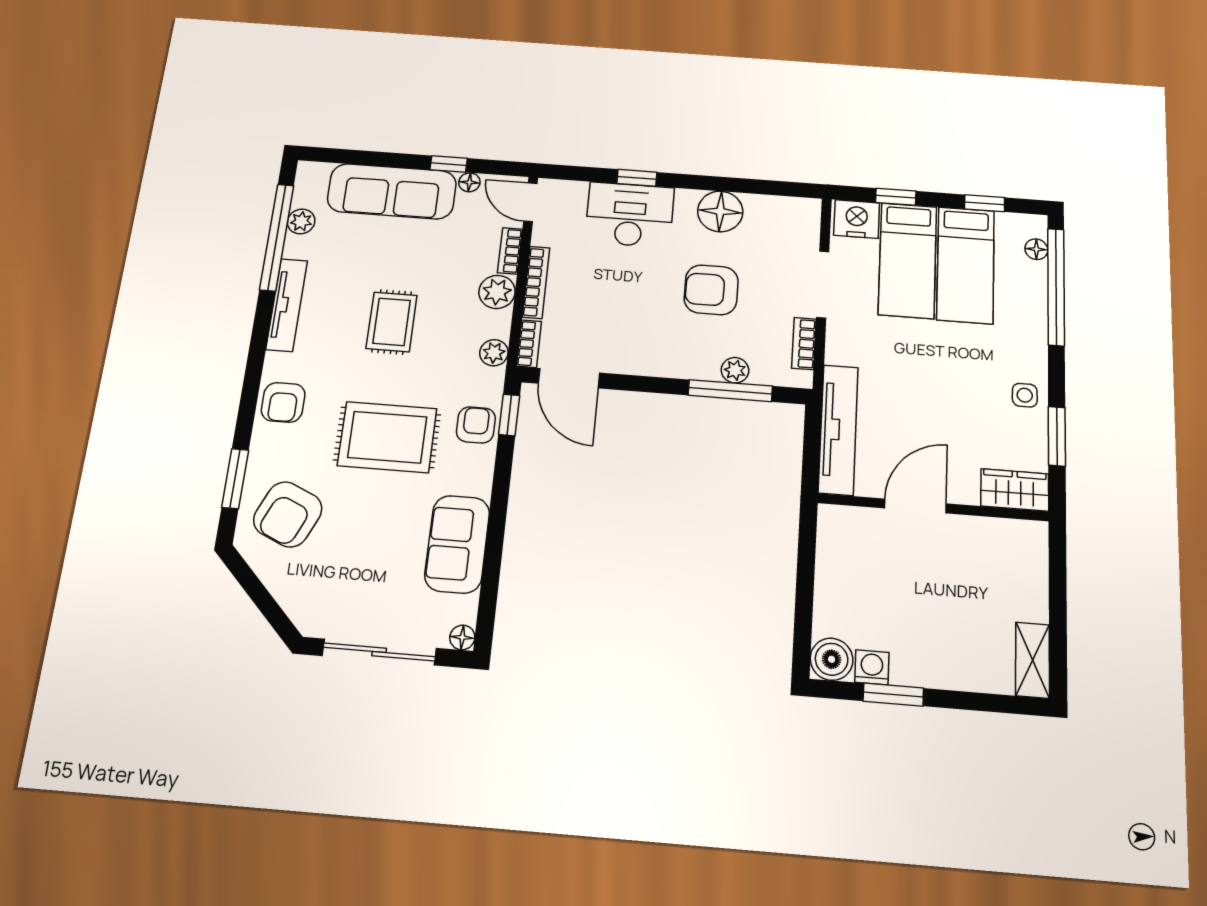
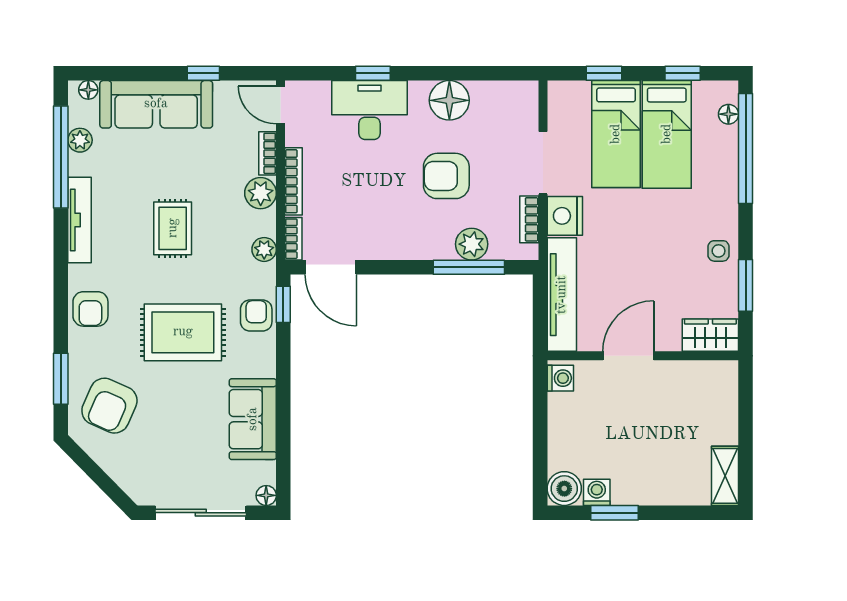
floor lamp: (469, 182) -> (88, 90), moved
nightstand: (857, 219) -> (565, 216), moved, turned -90
plant: (735, 370) -> (472, 244), width x1.38, depth x1.38
washing machine: (832, 526) -> (560, 378), added

